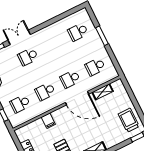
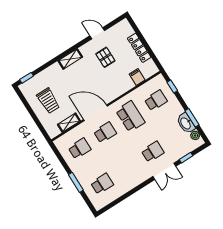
school desk: (45, 91) -> (130, 116), width x1.85
trolley: (129, 120) -> (48, 101), moved
filing cabinet: (48, 121) -> (137, 77), moved

